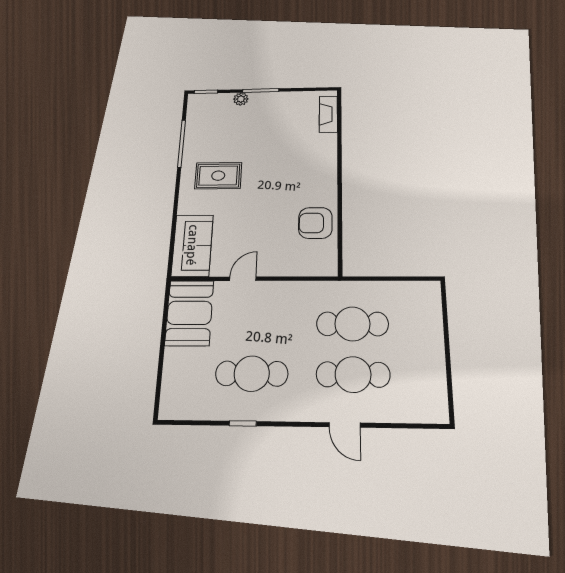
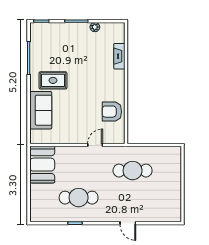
plant: (241, 99) -> (95, 27), moved
fireplace: (328, 114) -> (119, 56), moved
sofa: (192, 245) -> (41, 110), moved
door: (243, 279) -> (95, 145), moved
cafe table: (353, 374) -> (133, 198), removed

